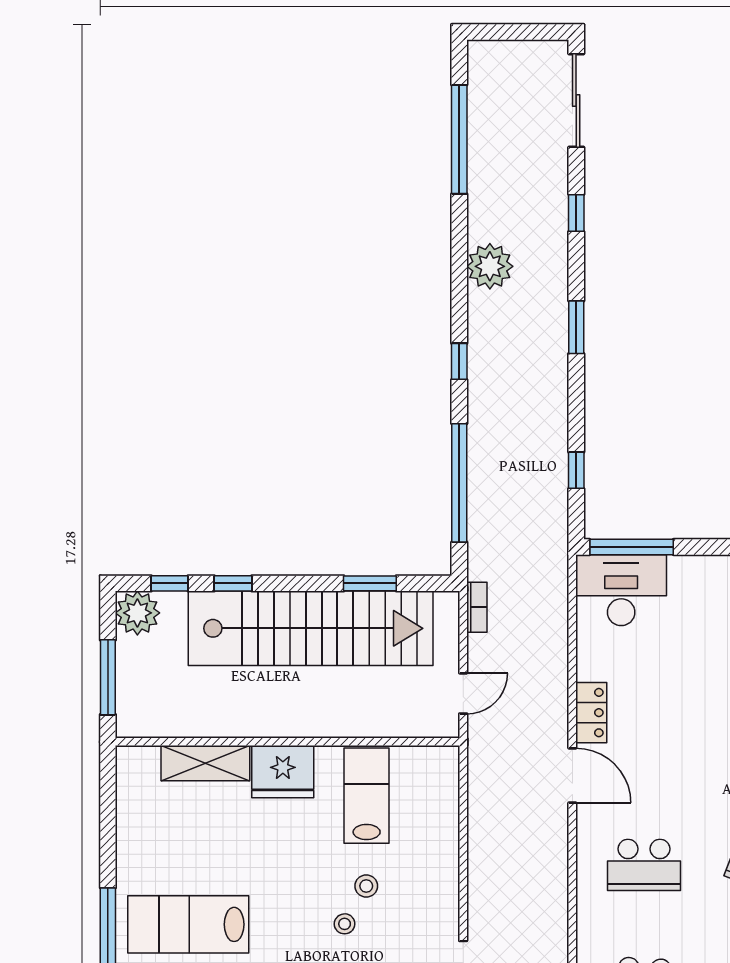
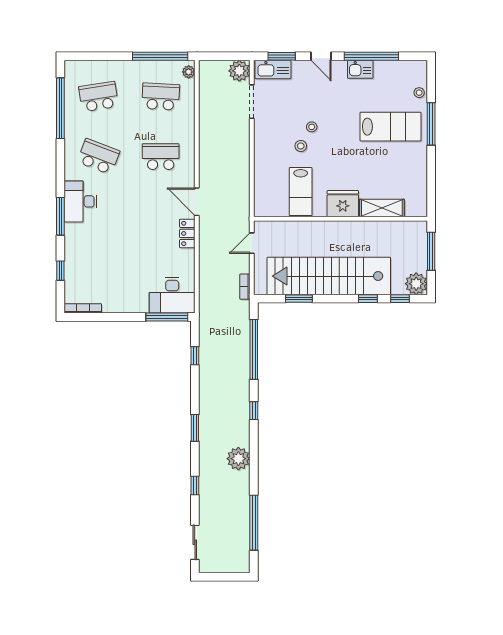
sliding door: (576, 100) -> (195, 542), width x0.73

